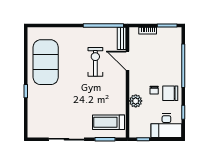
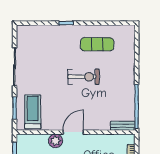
door: (128, 61) -> (73, 132), moved
exercise mat: (46, 62) -> (97, 44), width x0.50, depth x0.69
exercise bike: (95, 62) -> (83, 77), moved

